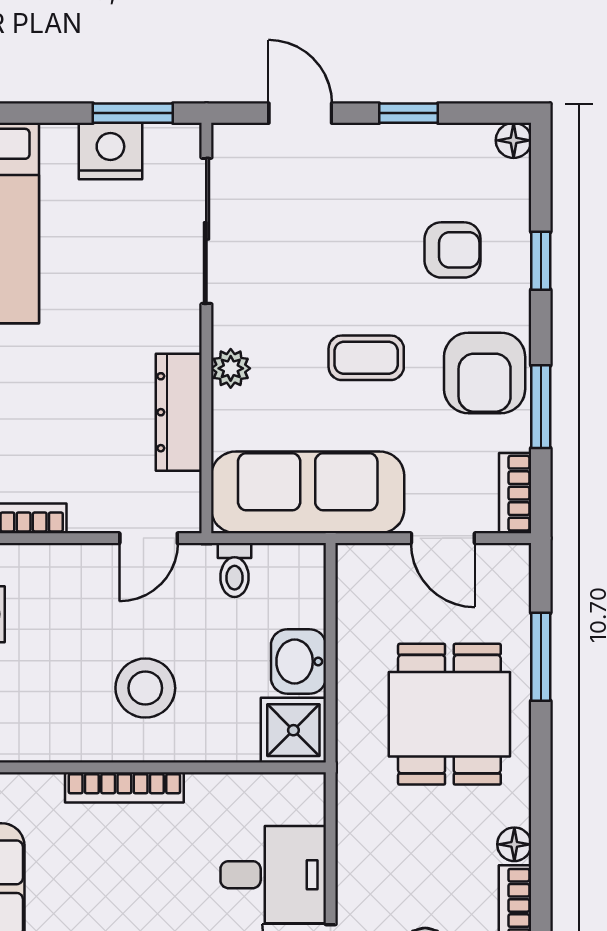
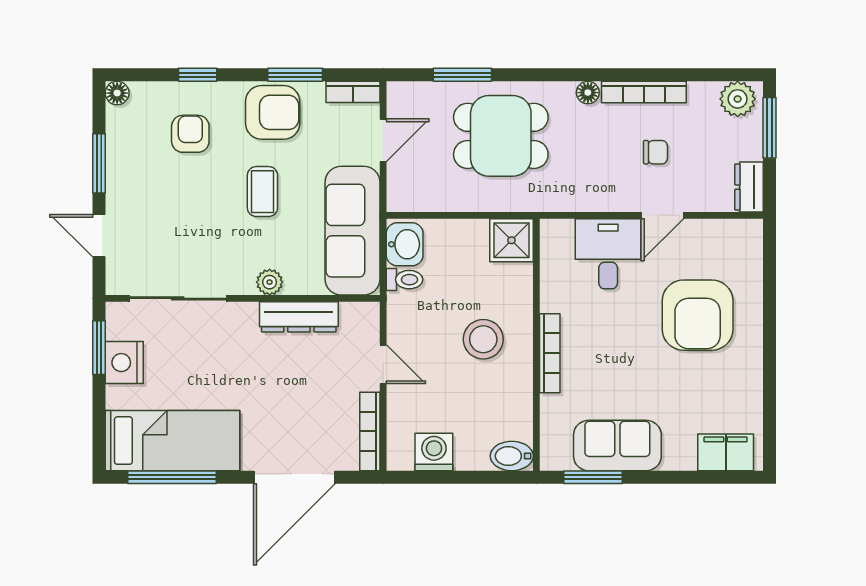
door: (300, 113) -> (99, 236), hinge flipped
window: (408, 113) -> (99, 163), width x1.50
door: (149, 538) -> (383, 364), moved
washbasin: (298, 661) -> (405, 244), moved, turned -90

